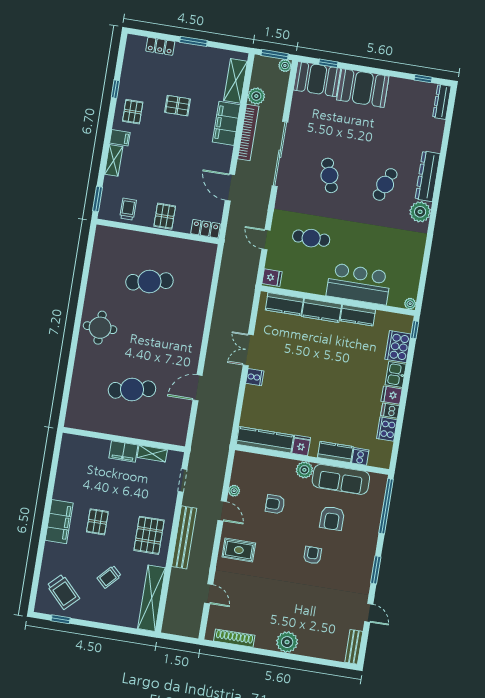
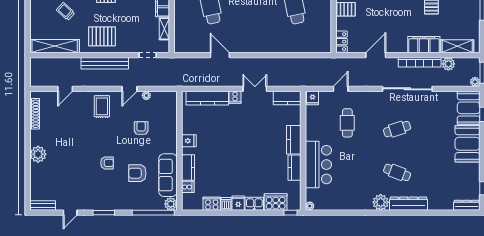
kitchen counter: (284, 304) -> (287, 98), moved, turned -90
kitchen counter: (265, 440) -> (207, 98), moved, turned 90
plant: (304, 470) -> (171, 204), moved

